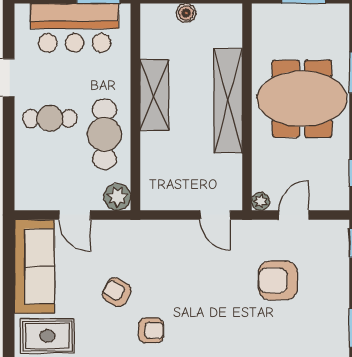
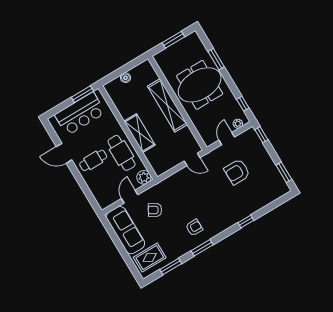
shelving: (154, 95) -> (140, 133), moved
plant: (261, 201) -> (238, 124), moved
door: (75, 215) -> (130, 197), swing flipped
armchair: (117, 292) -> (155, 210), moved

